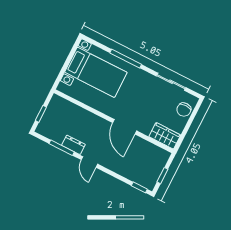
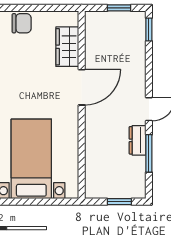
wardrobe: (165, 136) -> (67, 47), moved

